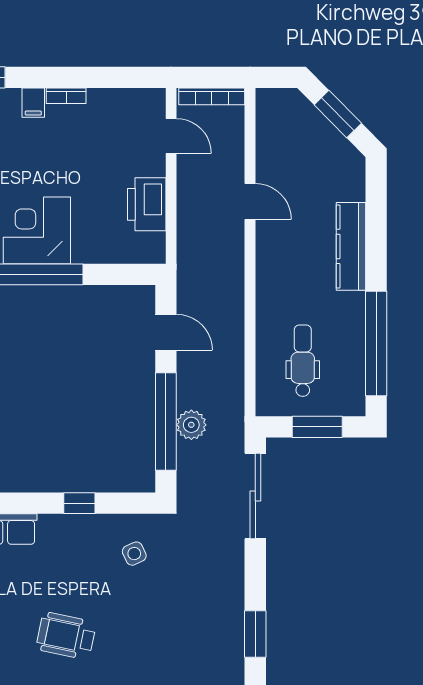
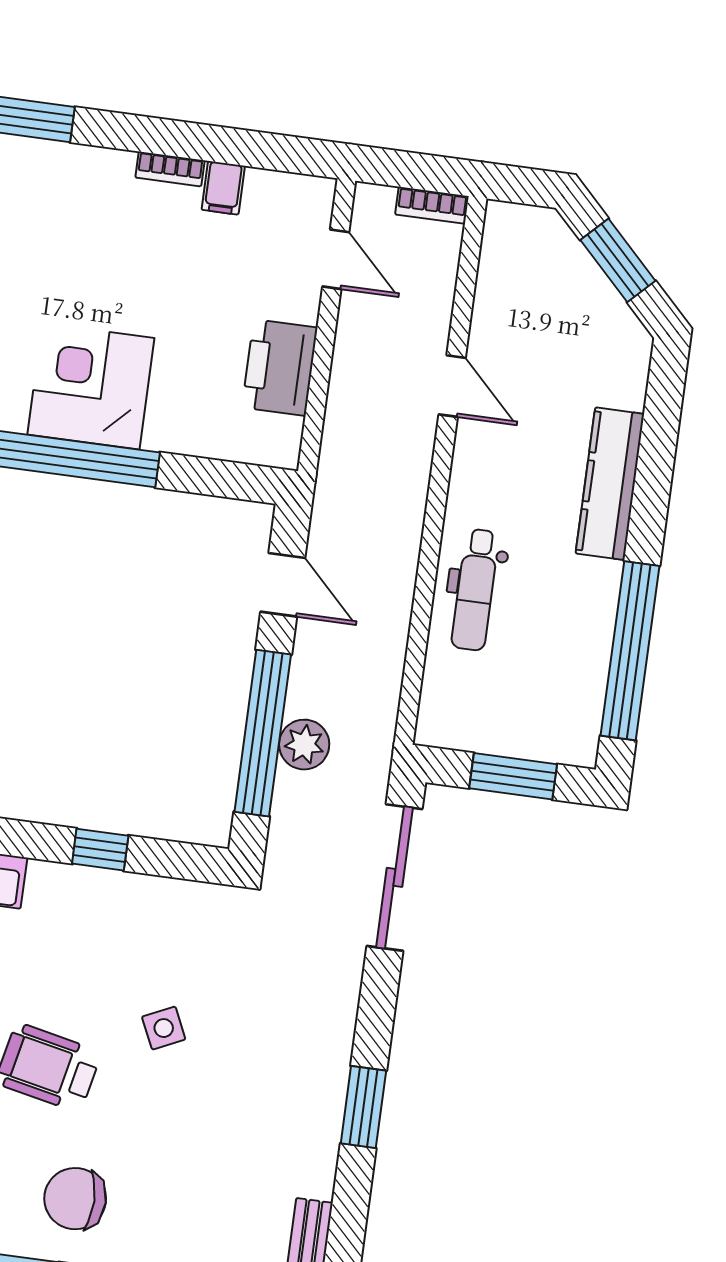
bookcase: (212, 96) -> (432, 205), width x0.64
filing cabinet: (33, 103) -> (223, 188), moved
dental chair: (303, 361) -> (475, 590), moved, turned 180
side table: (134, 554) -> (164, 1028), moved

